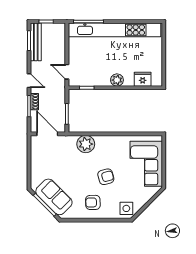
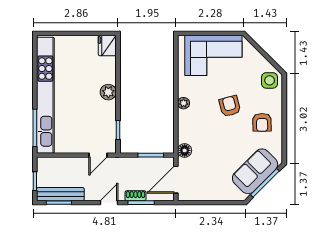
fridge: (143, 79) -> (107, 45), moved
floor lamp: (70, 141) -> (185, 150), added
plant: (86, 144) -> (184, 103), moved, width x0.53, depth x0.53

